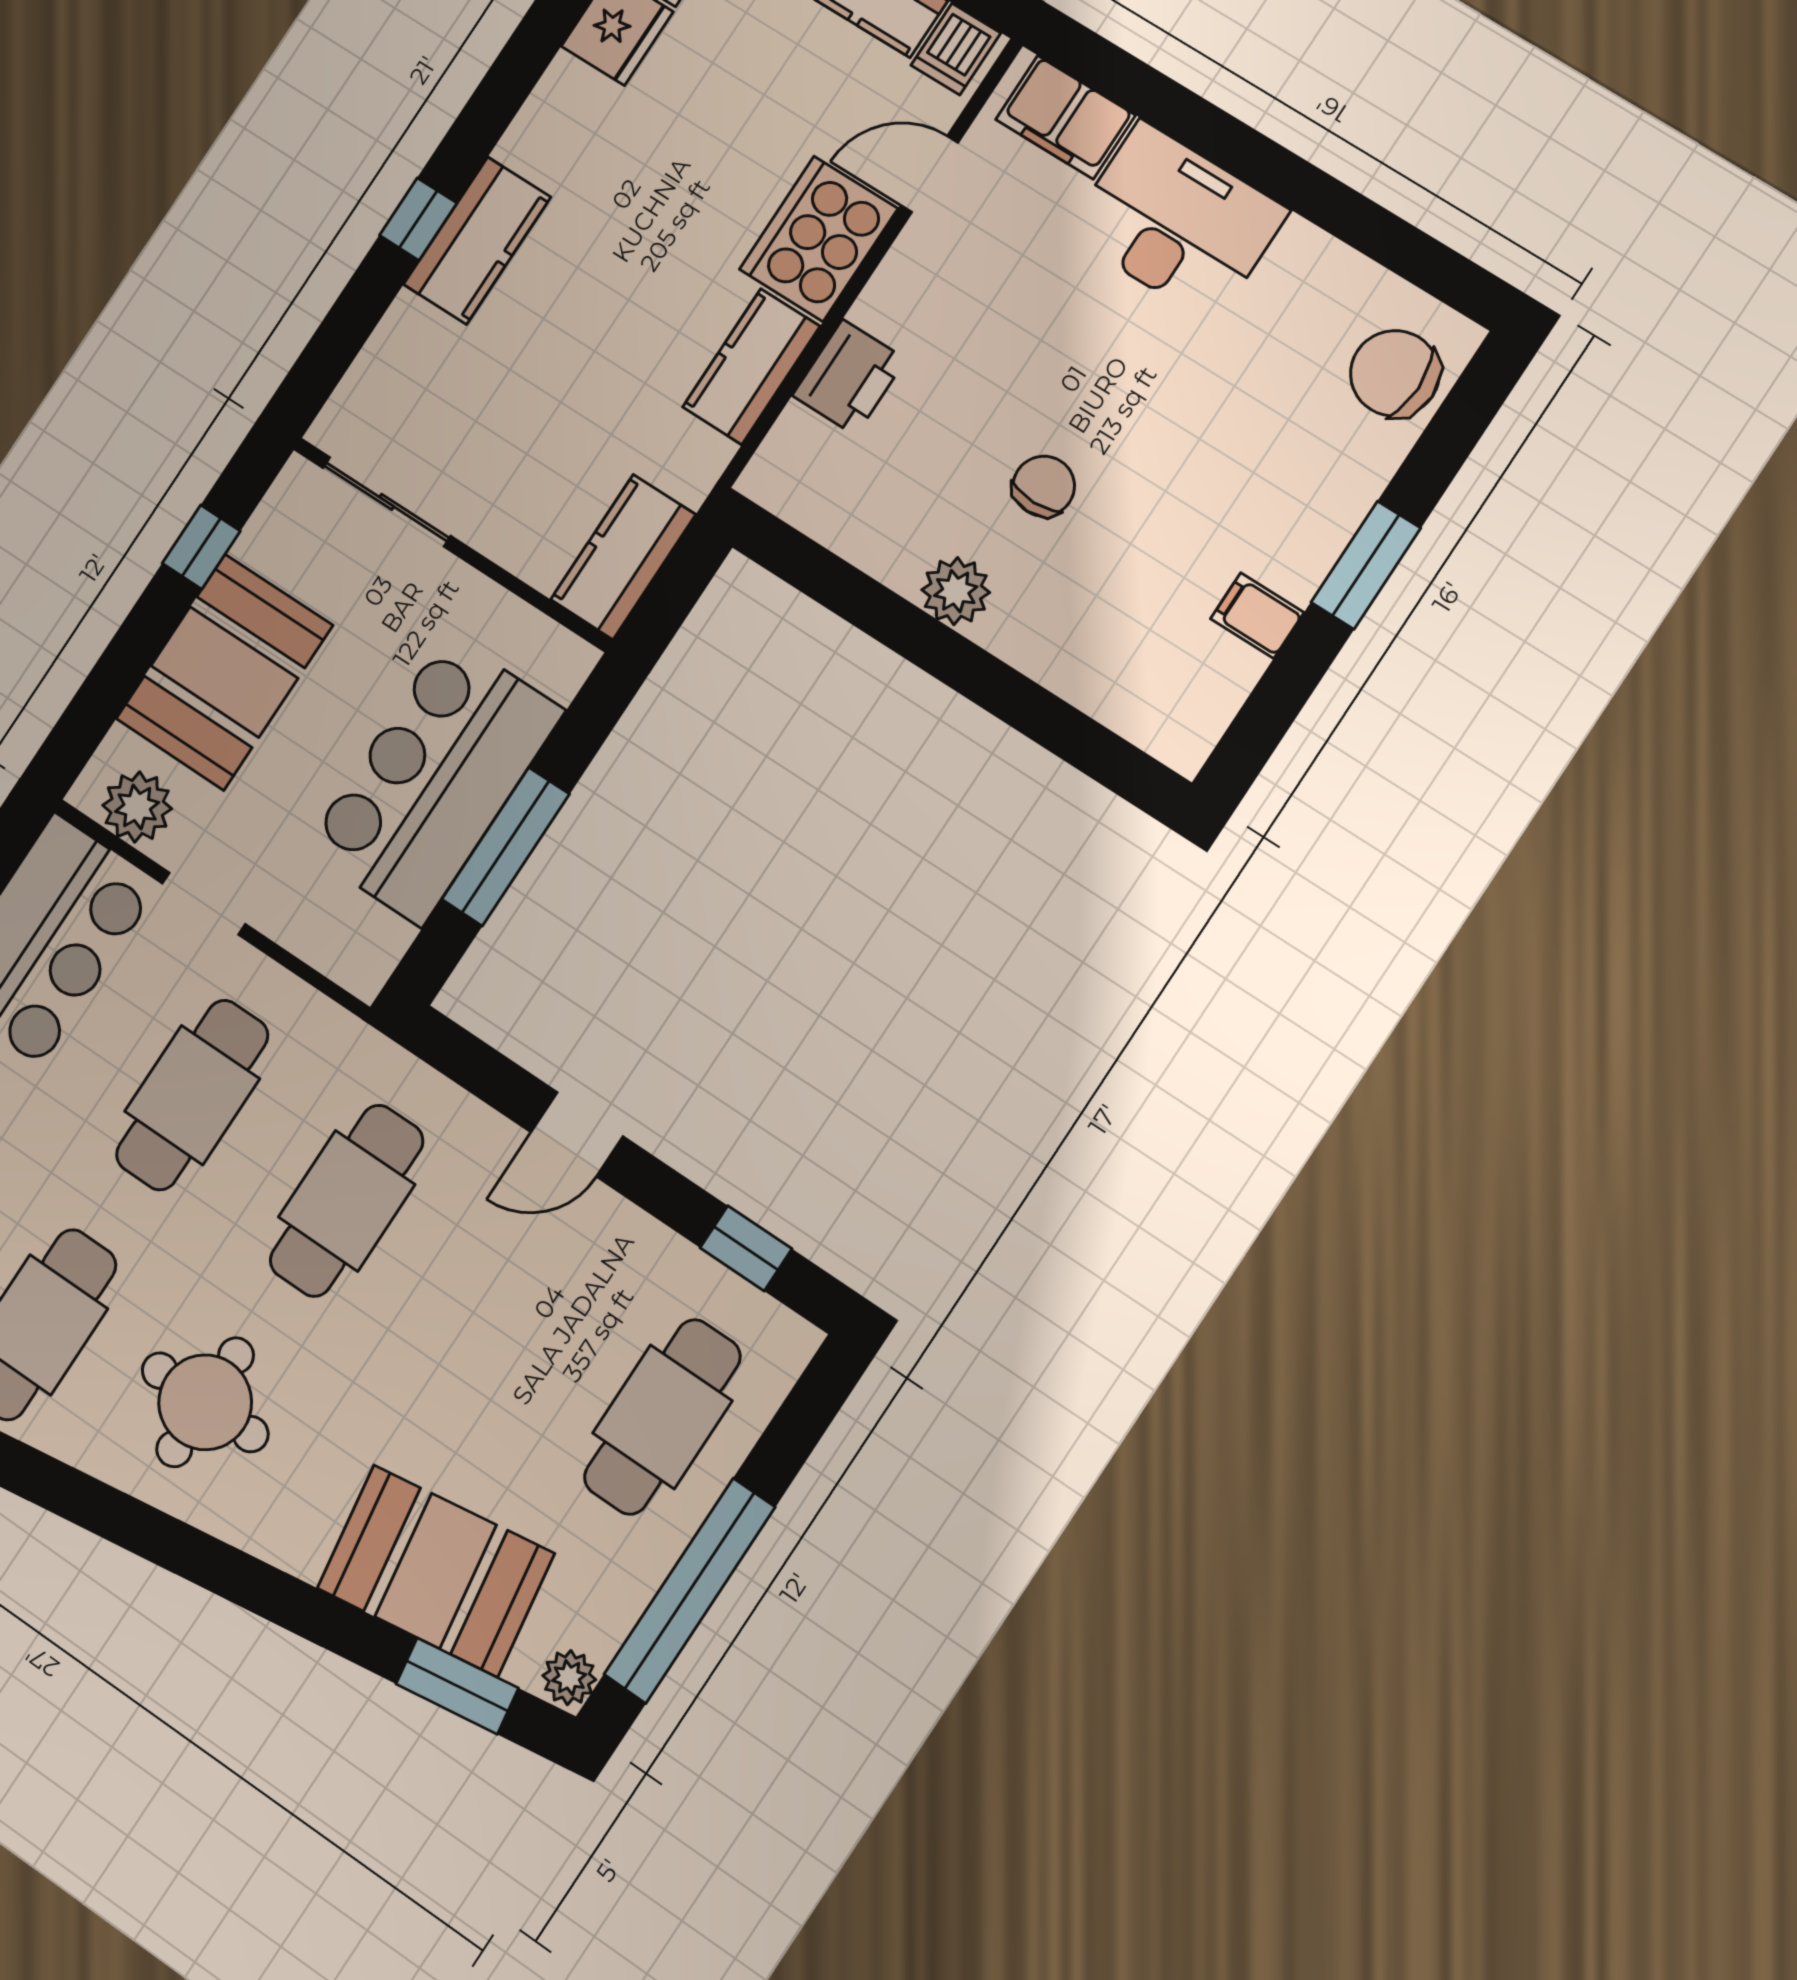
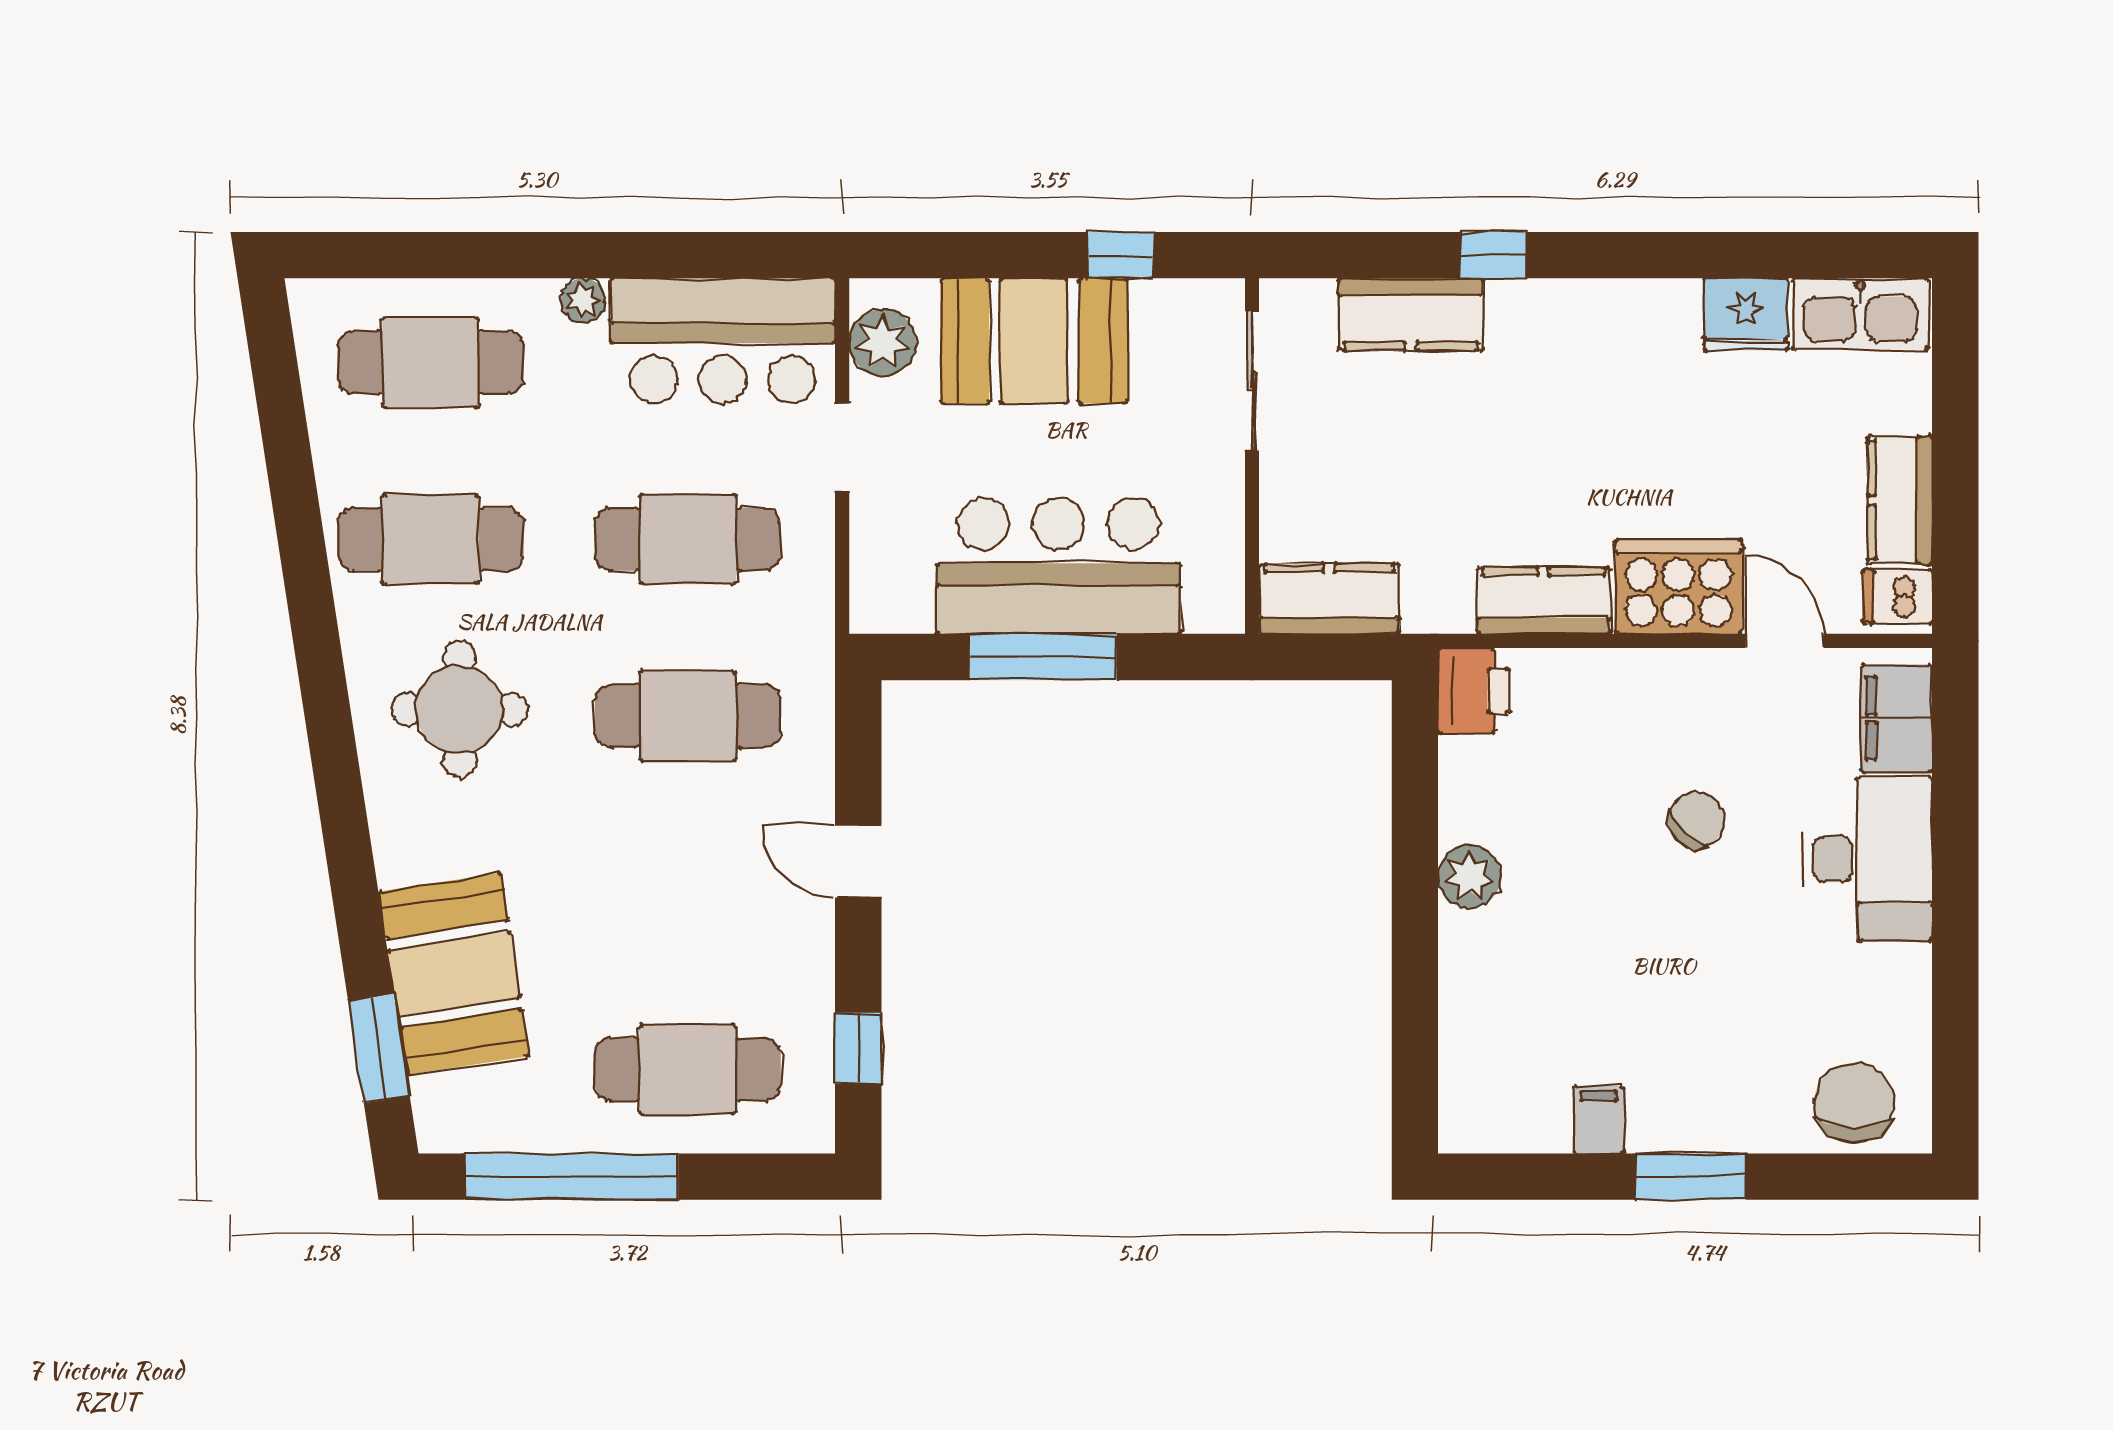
kitchen counter: (477, 241) -> (1411, 314), moved
printer: (849, 377) -> (1473, 691), moved, turned -90
chair: (1044, 486) -> (1696, 820), moved, turned -47
plant: (569, 1678) -> (444, 1129), removed

